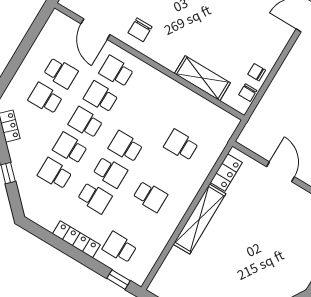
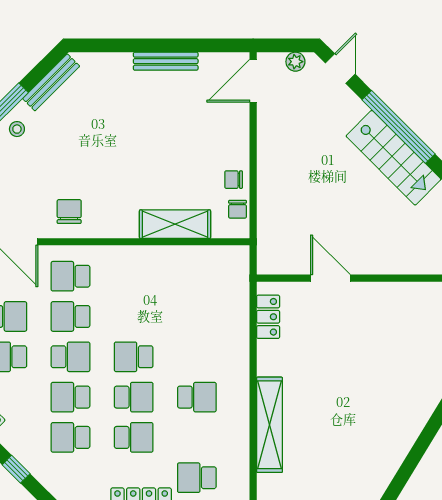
chair: (140, 30) -> (69, 212), turned 180
school desk: (85, 123) -> (70, 357), turned 180
school desk: (181, 145) -> (197, 316), removed
shelving: (199, 219) -> (269, 425), moved

